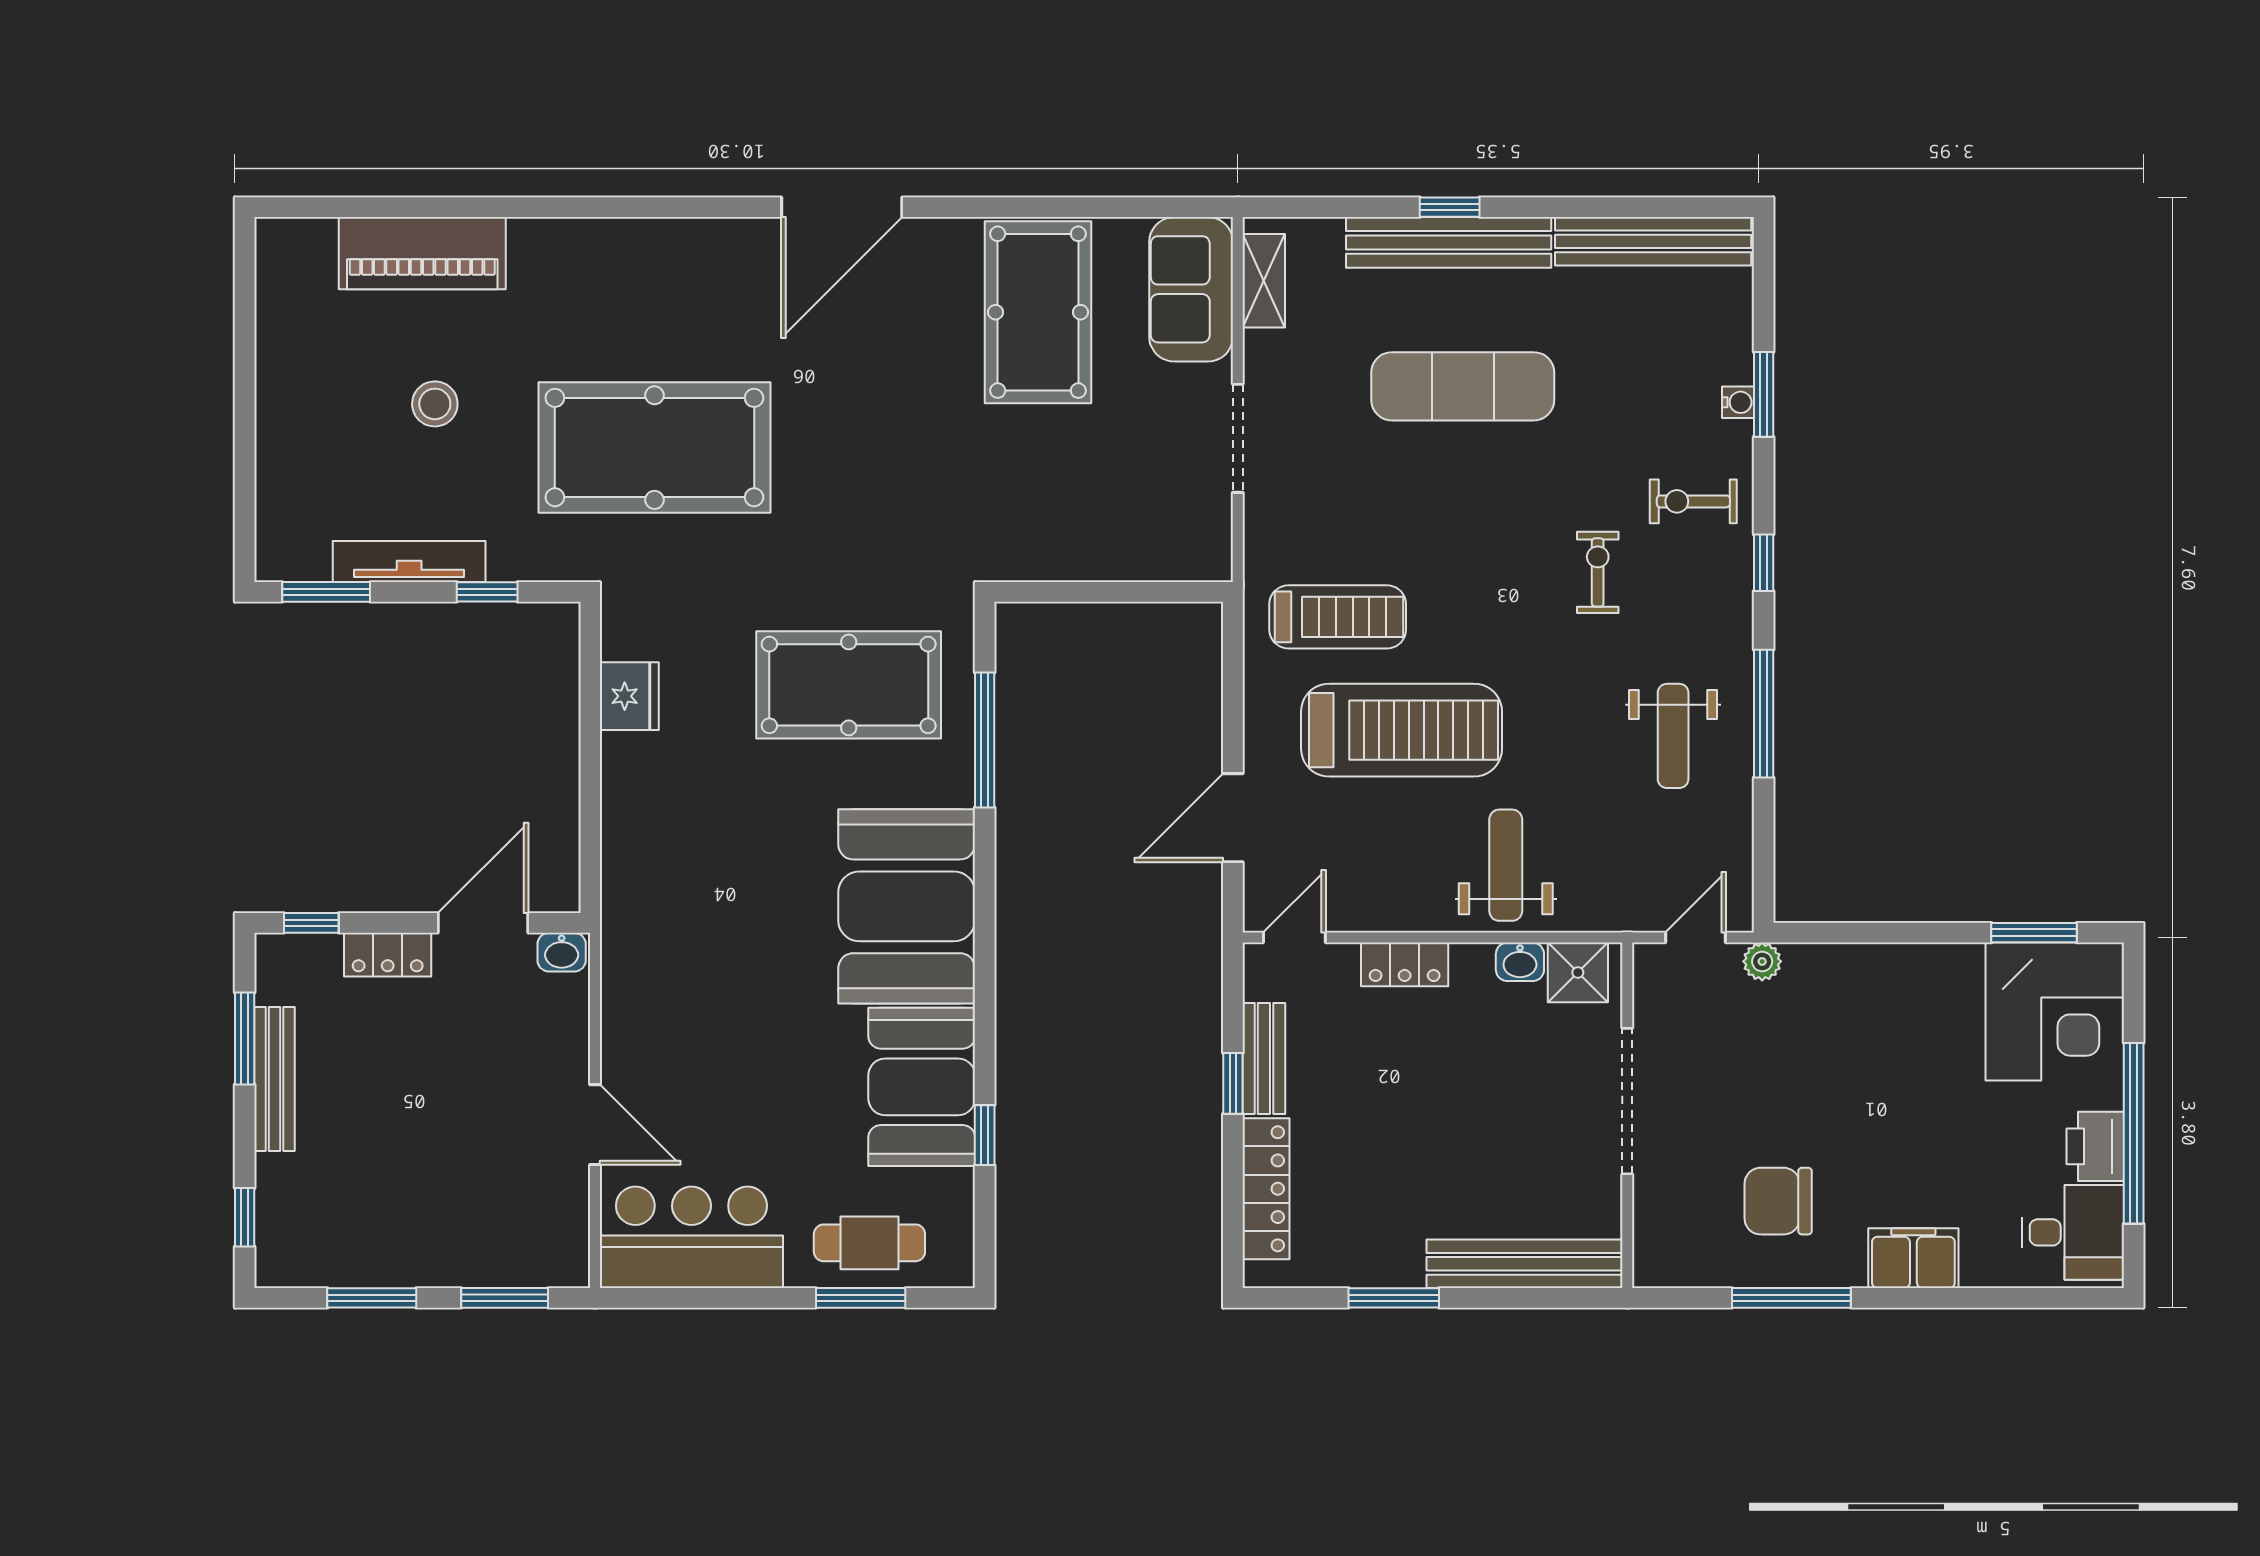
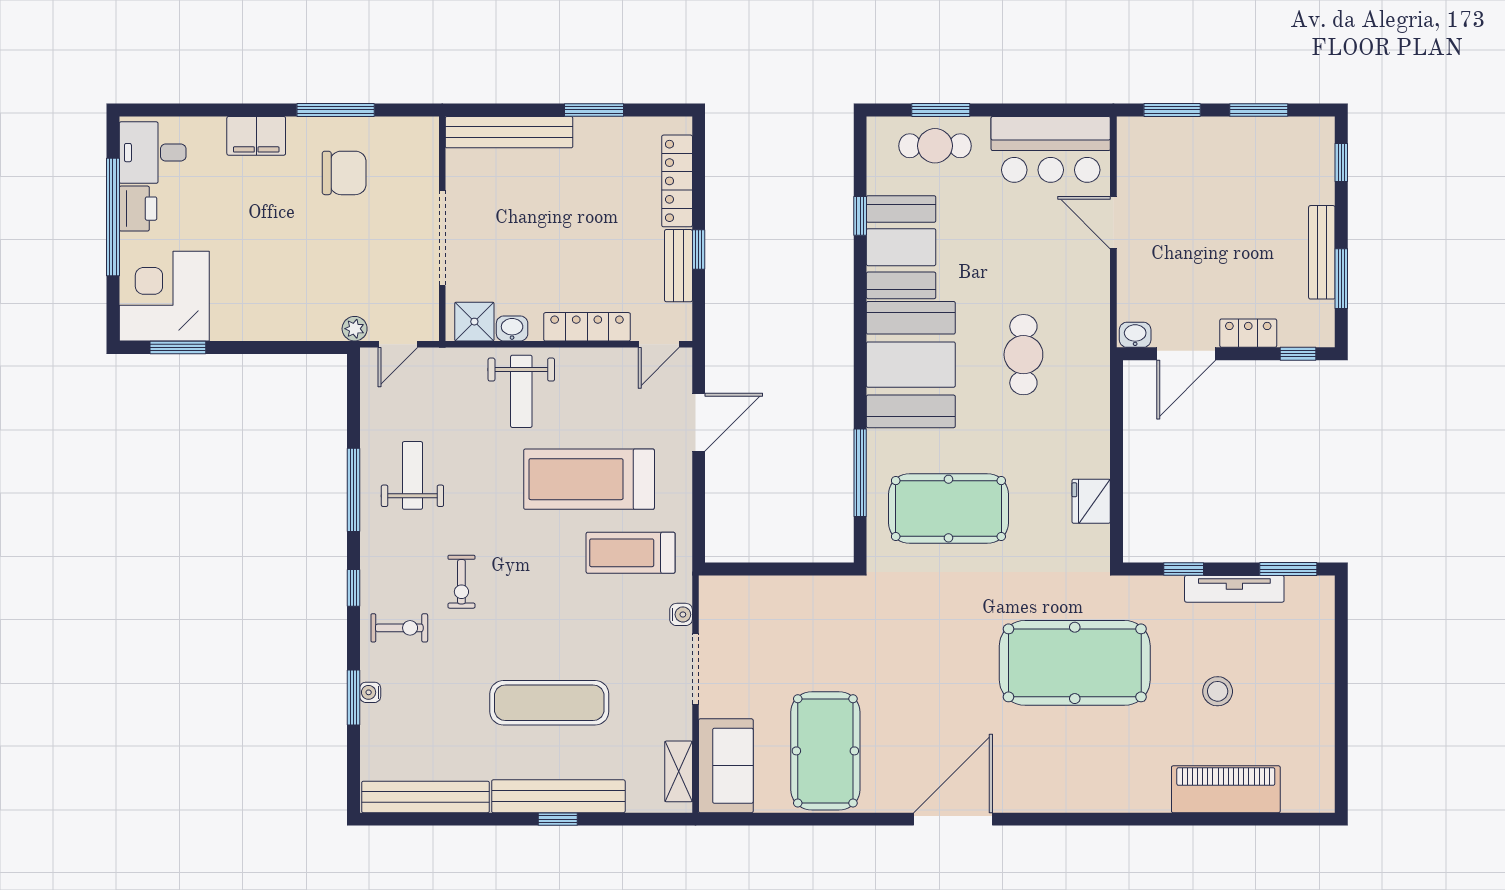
water cooler: (1260, 522) -> (681, 614), added
cafe table: (733, 922) -> (1023, 355), added
locker: (1405, 964) -> (587, 327), width x1.53

